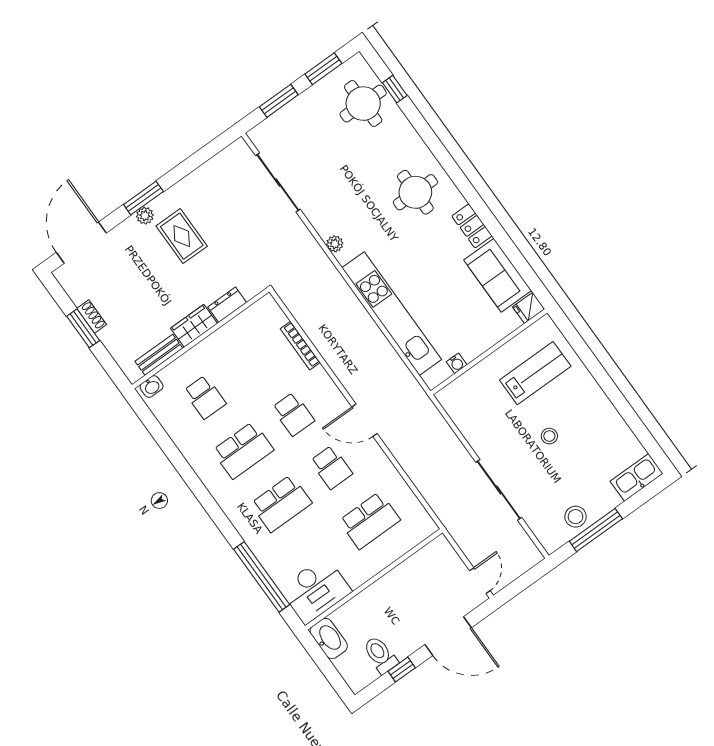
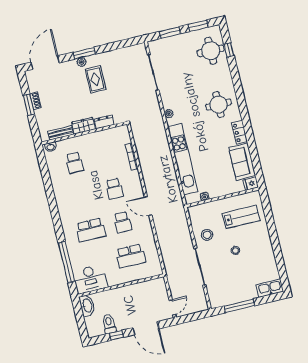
school desk: (243, 450) -> (83, 196), removed
stool: (576, 517) -> (207, 235), moved

